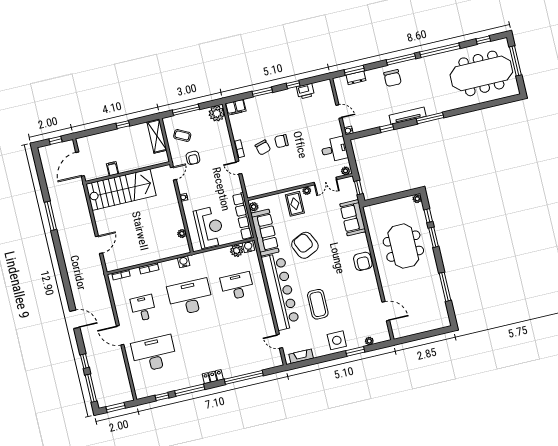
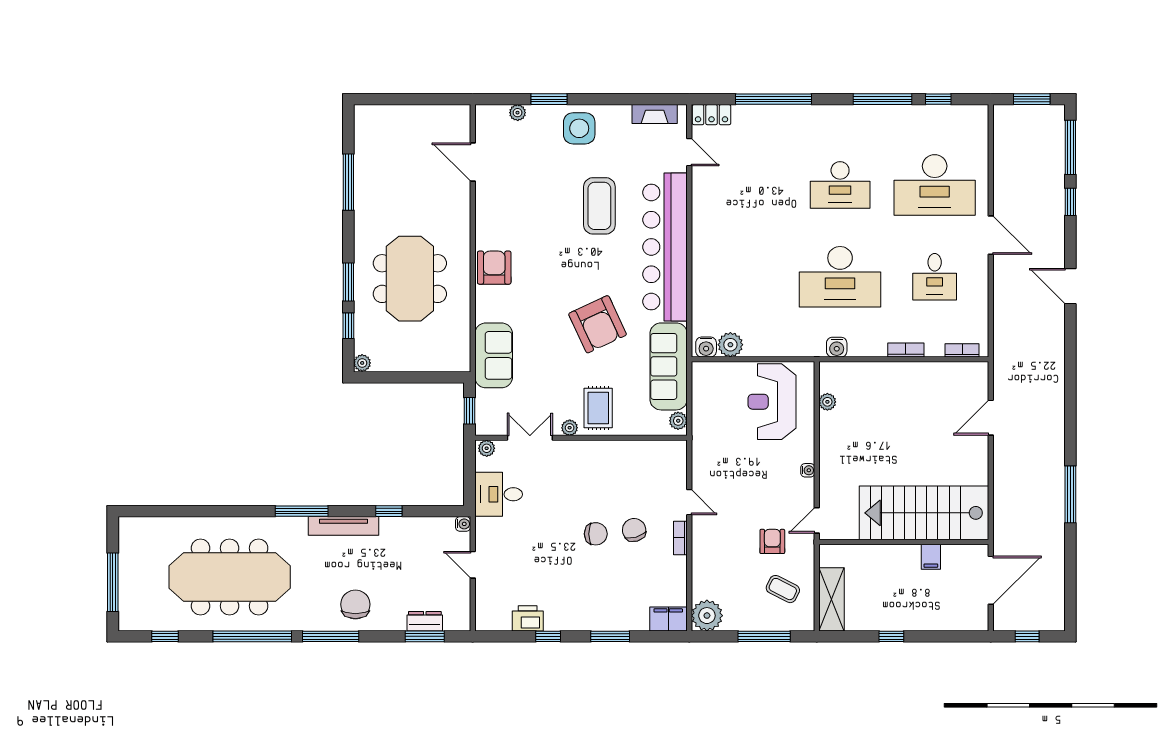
meeting table: (481, 73) -> (230, 577), moved
row of seats: (243, 216) -> (702, 407), removed
desk: (237, 286) -> (840, 185), moved
locker: (213, 377) -> (712, 115), moved

